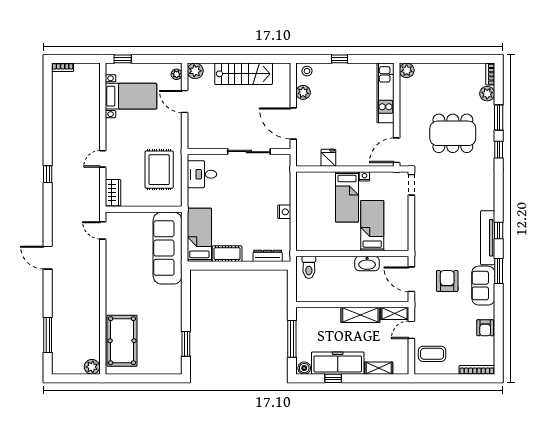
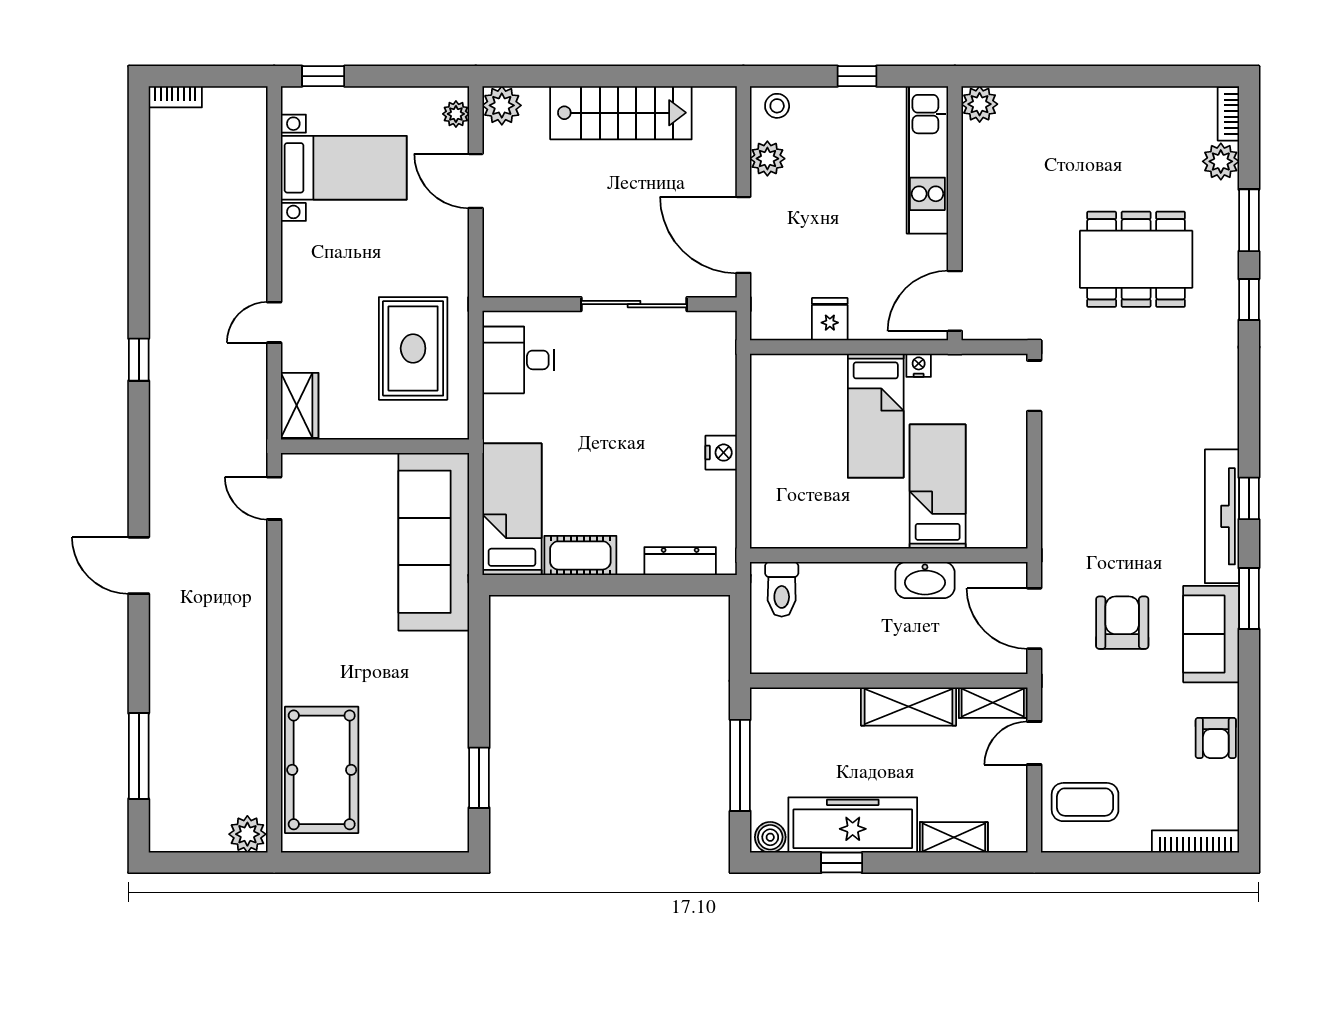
plant: (407, 70) -> (980, 104), moved
kitchen unit: (386, 93) -> (927, 160), moved
wall: (397, 115) -> (955, 213), moved
door: (397, 150) -> (955, 301), moved

